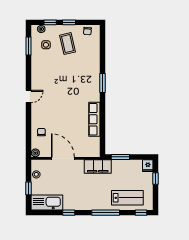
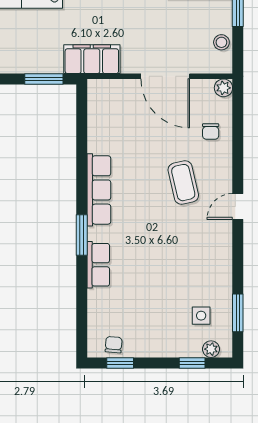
window: (69, 22) -> (120, 363), moved
coffee table: (68, 44) -> (183, 183), moved
row of seats: (95, 69) -> (98, 265), added
row of seats: (94, 119) -> (99, 190), moved

